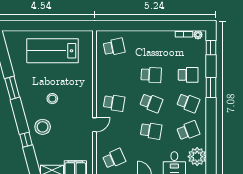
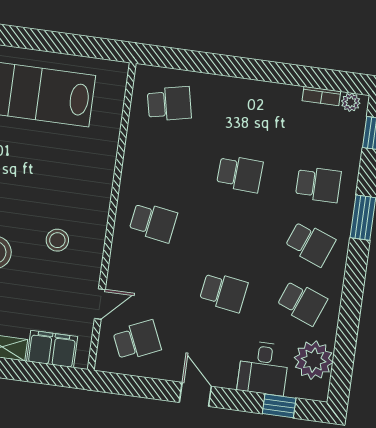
stool: (52, 99) -> (57, 240), moved
school desk: (151, 103) -> (232, 233), removed
door: (95, 125) -> (100, 304), moved
school desk: (188, 131) -> (302, 303), turned 42

